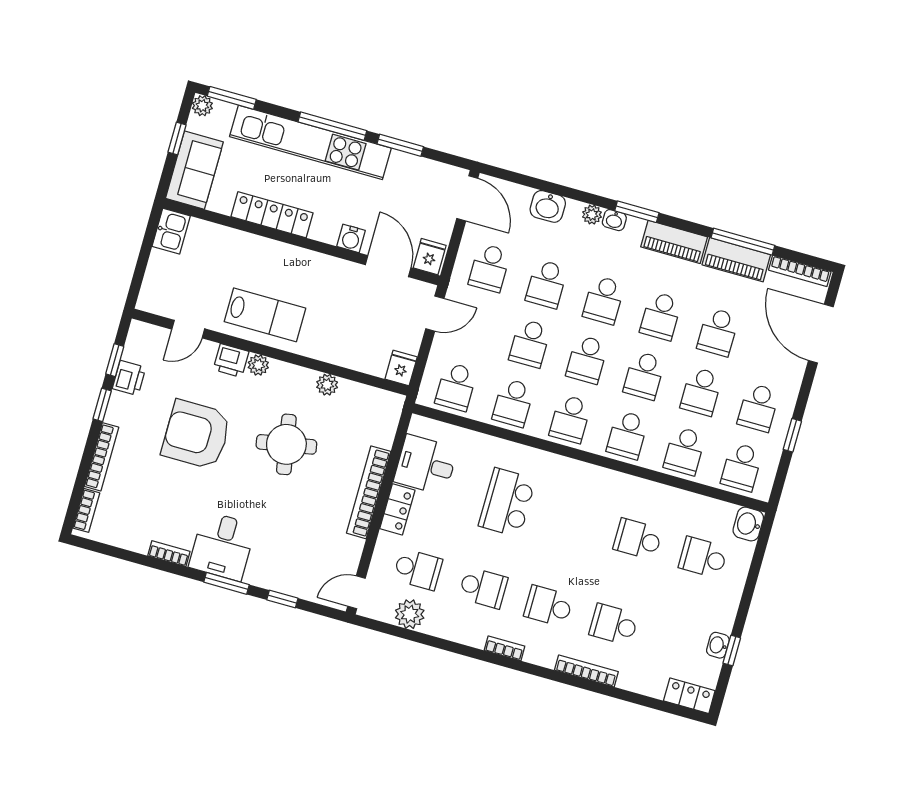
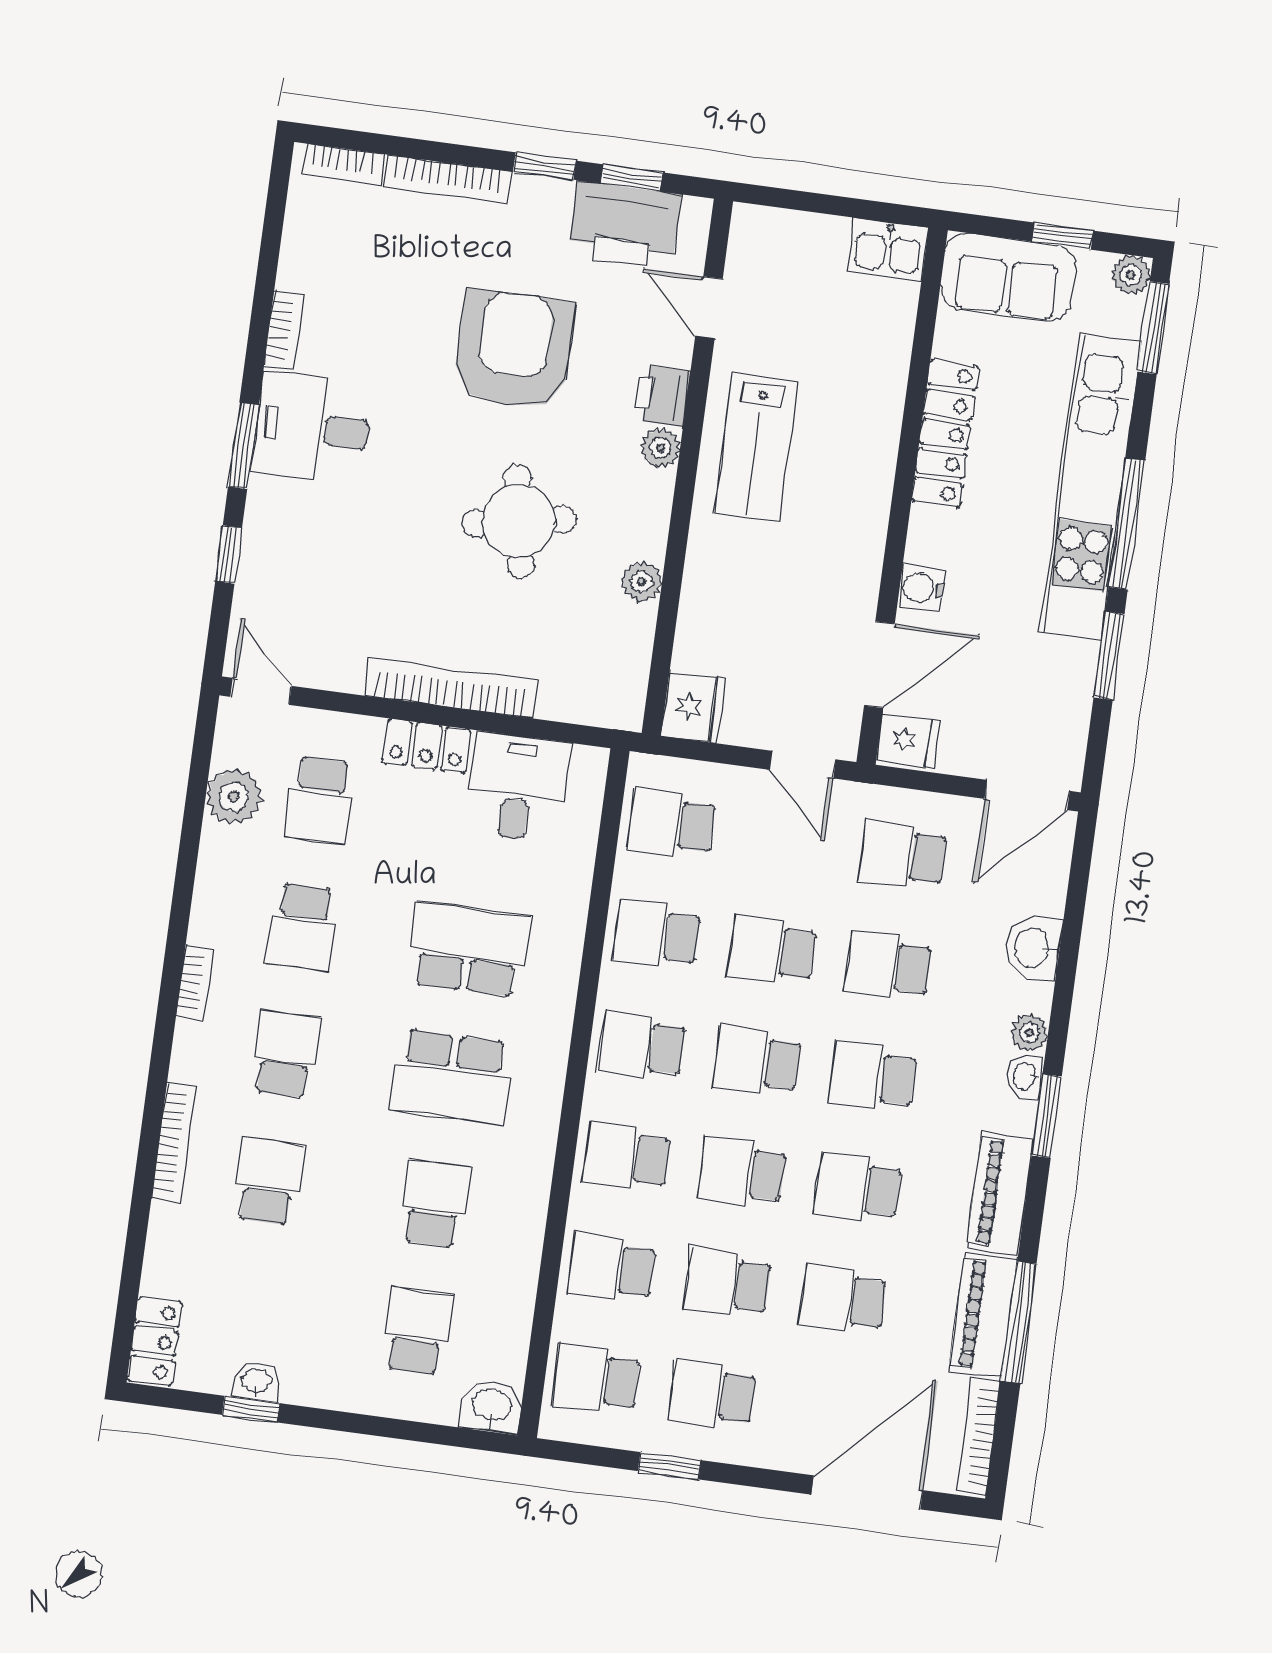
fridge: (401, 368) -> (693, 707), width x1.38
printer: (129, 378) -> (625, 225), width x1.87, depth x1.48
school desk: (572, 521) -> (451, 1077), added

